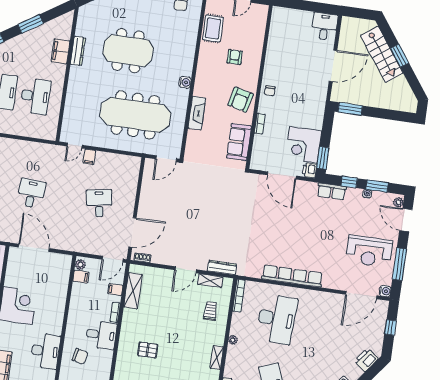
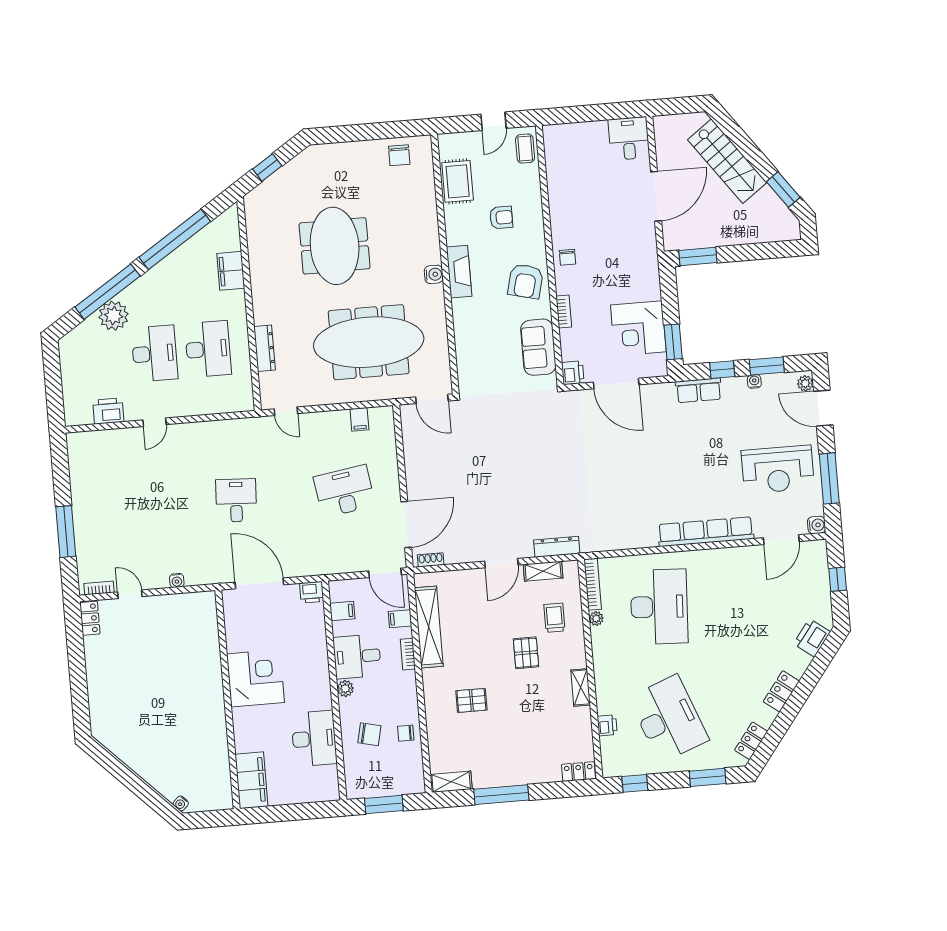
coffee table: (259, 18) -> (525, 149), added
window: (31, 24) -> (175, 239), width x2.11
dresser: (78, 51) -> (265, 348), moved
meeting table: (128, 51) -> (335, 246), turned 90
window: (400, 56) -> (783, 189), moved
armchair: (235, 57) -> (501, 218), turned 90
fireplace: (197, 113) -> (459, 272), moved
door: (75, 146) -> (286, 411), hinge flipped
filing cabinet: (89, 157) -> (359, 419), moved
door: (166, 159) -> (432, 399), hinge flipped
printer: (309, 170) -> (573, 373), moved, turned 180
desk: (99, 203) -> (344, 491), width x1.37
door: (113, 259) -> (385, 573), hinge flipped
printer: (65, 261) -> (312, 592), added
plant: (80, 265) -> (345, 688), moved
row of seats: (292, 276) -> (706, 532), moved
shelving: (133, 291) -> (429, 627), width x1.47
door: (361, 295) -> (781, 540), width x0.73
pallet: (188, 328) -> (526, 653), added
desk: (101, 335) -> (357, 656), moved, turned 180
plant: (233, 340) -> (596, 619), moved
chair: (103, 361) -> (406, 733), added

